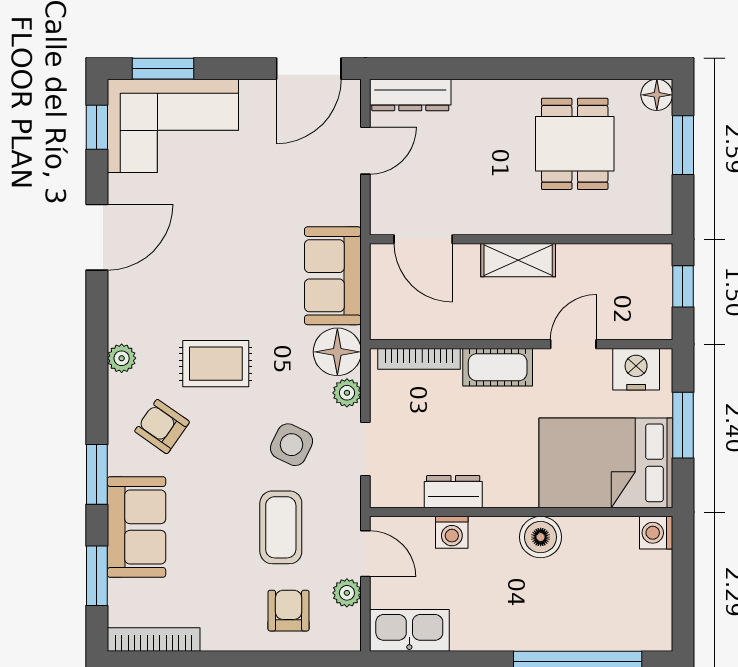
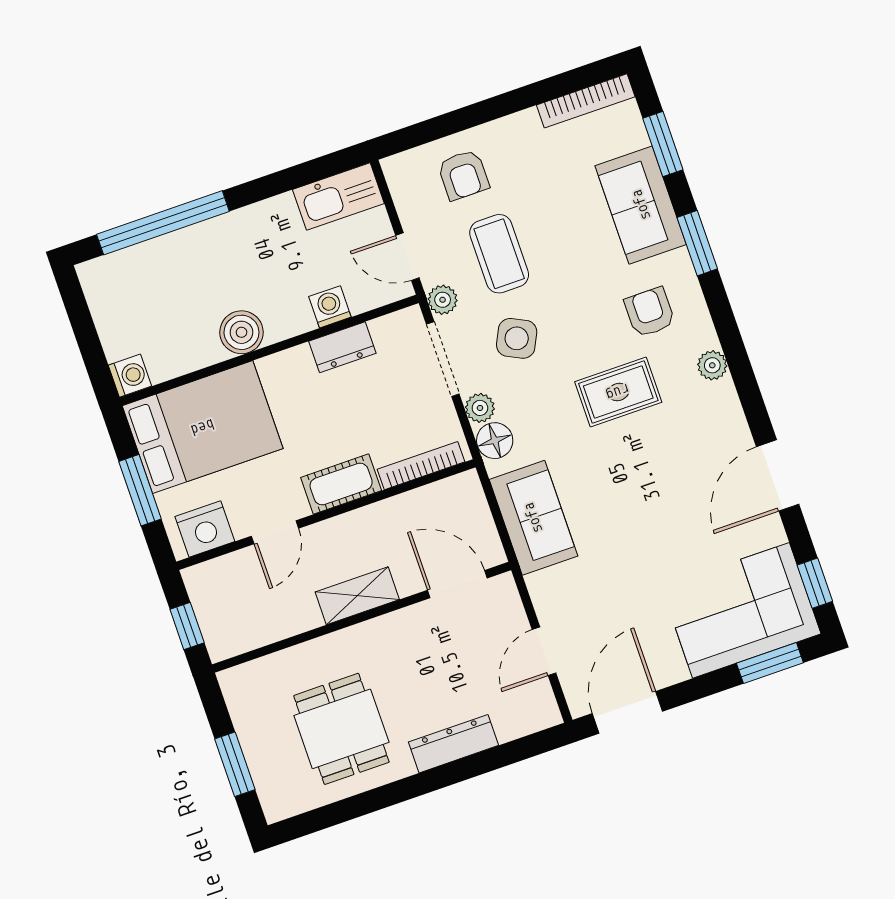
dresser: (410, 95) -> (453, 744), moved
floor lamp: (657, 95) -> (278, 805), removed
floor lamp: (337, 352) -> (495, 441), width x0.73, depth x0.73
armchair: (162, 427) -> (650, 312), turned -125
doorway: (365, 449) -> (443, 359), width x1.38
plant: (347, 593) -> (443, 300), moved

